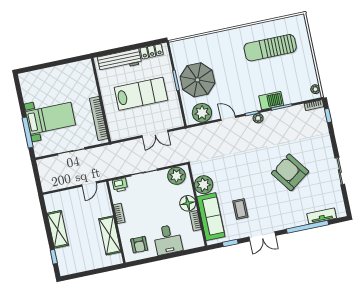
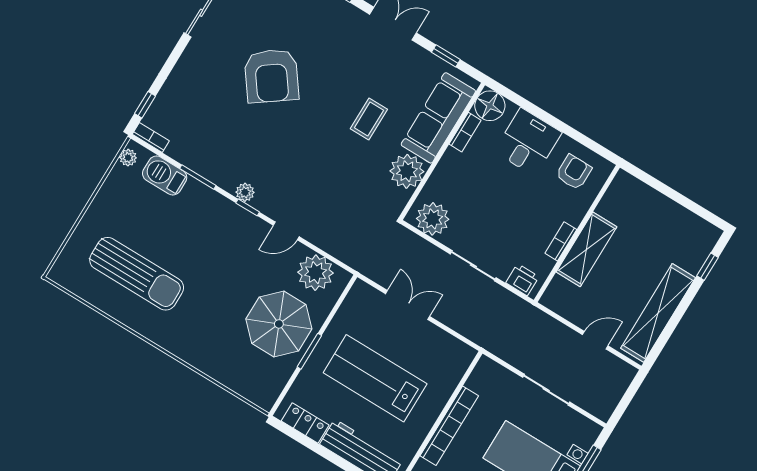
barbecue: (271, 101) -> (165, 175), moved
bookcase: (99, 118) -> (449, 426), moved
door: (228, 118) -> (286, 231), hinge flipped
door: (89, 184) -> (595, 340), moved
floor lamp: (188, 203) -> (490, 106), moved
coffee table: (240, 209) -> (369, 119), moved
shelving: (58, 229) -> (658, 313), width x1.47
shelving: (110, 235) -> (586, 249), moved

